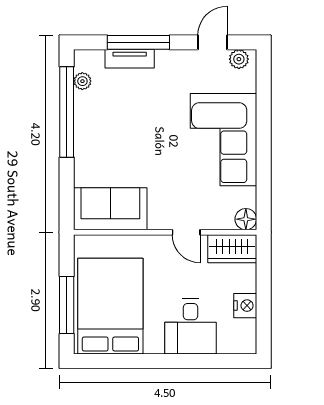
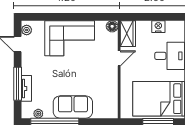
sofa: (110, 209) -> (73, 107), moved, turned 90

